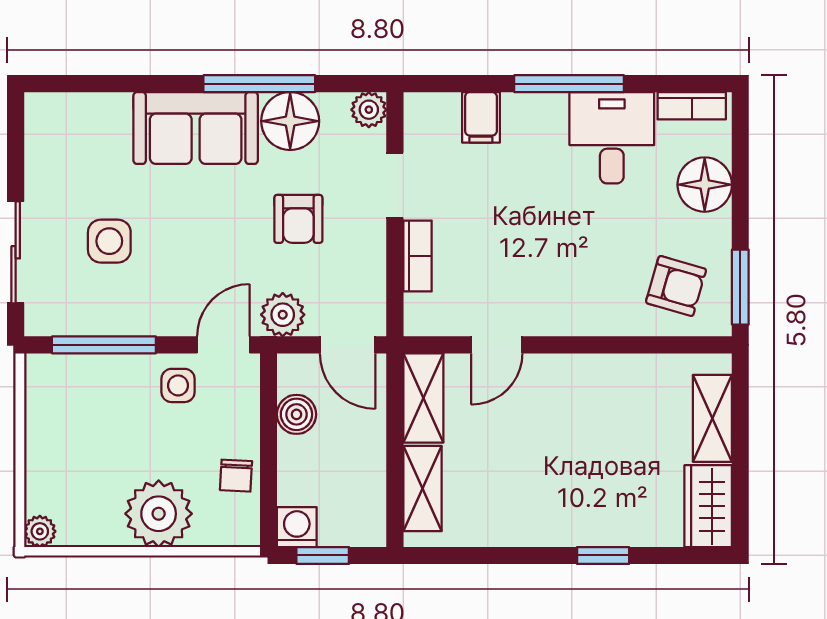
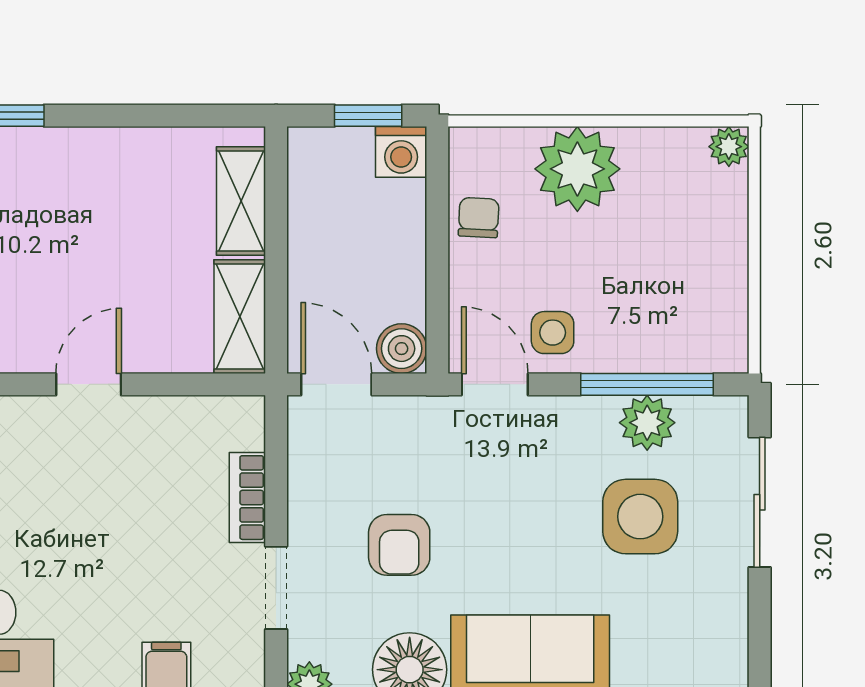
armchair: (298, 219) -> (399, 545), turned 180
side table: (109, 241) -> (640, 517), width x1.37, depth x1.37
plant: (283, 315) -> (647, 423), moved
door: (223, 345) -> (495, 384), swing flipped
door: (497, 345) -> (89, 384), moved
boiler: (296, 414) -> (402, 349), moved

